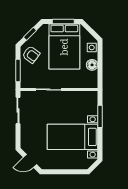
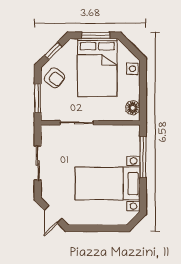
floor lamp: (92, 65) -> (133, 108), moved
sliding door: (18, 111) -> (38, 163), moved
window: (100, 116) -> (143, 157), width x1.44
door: (30, 161) -> (53, 214), hinge flipped

